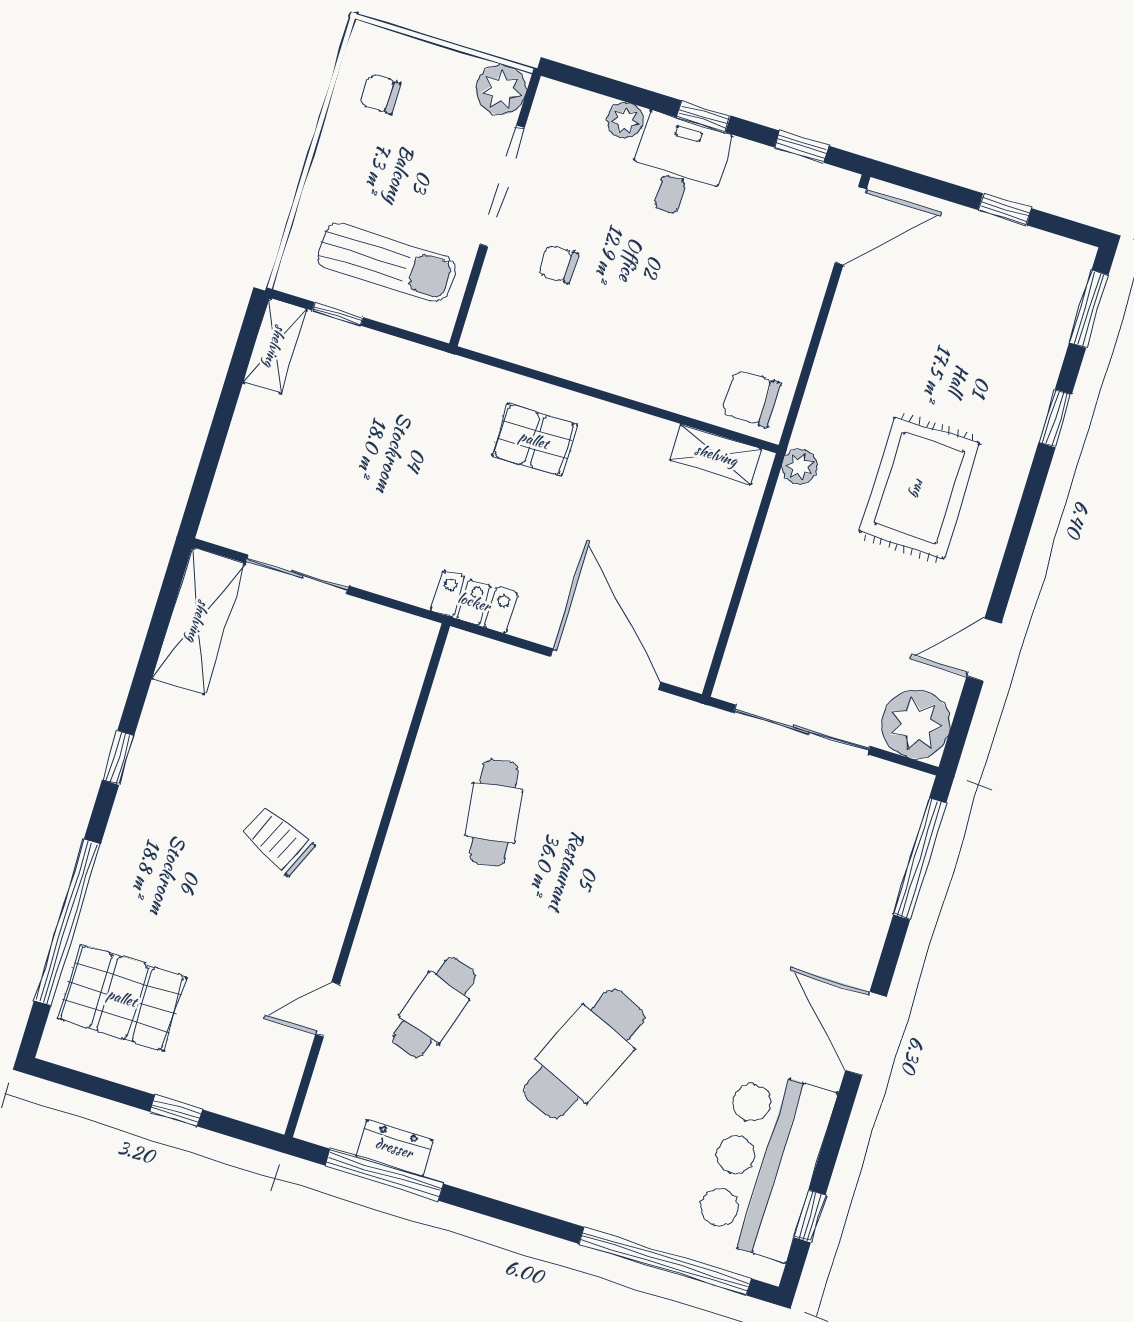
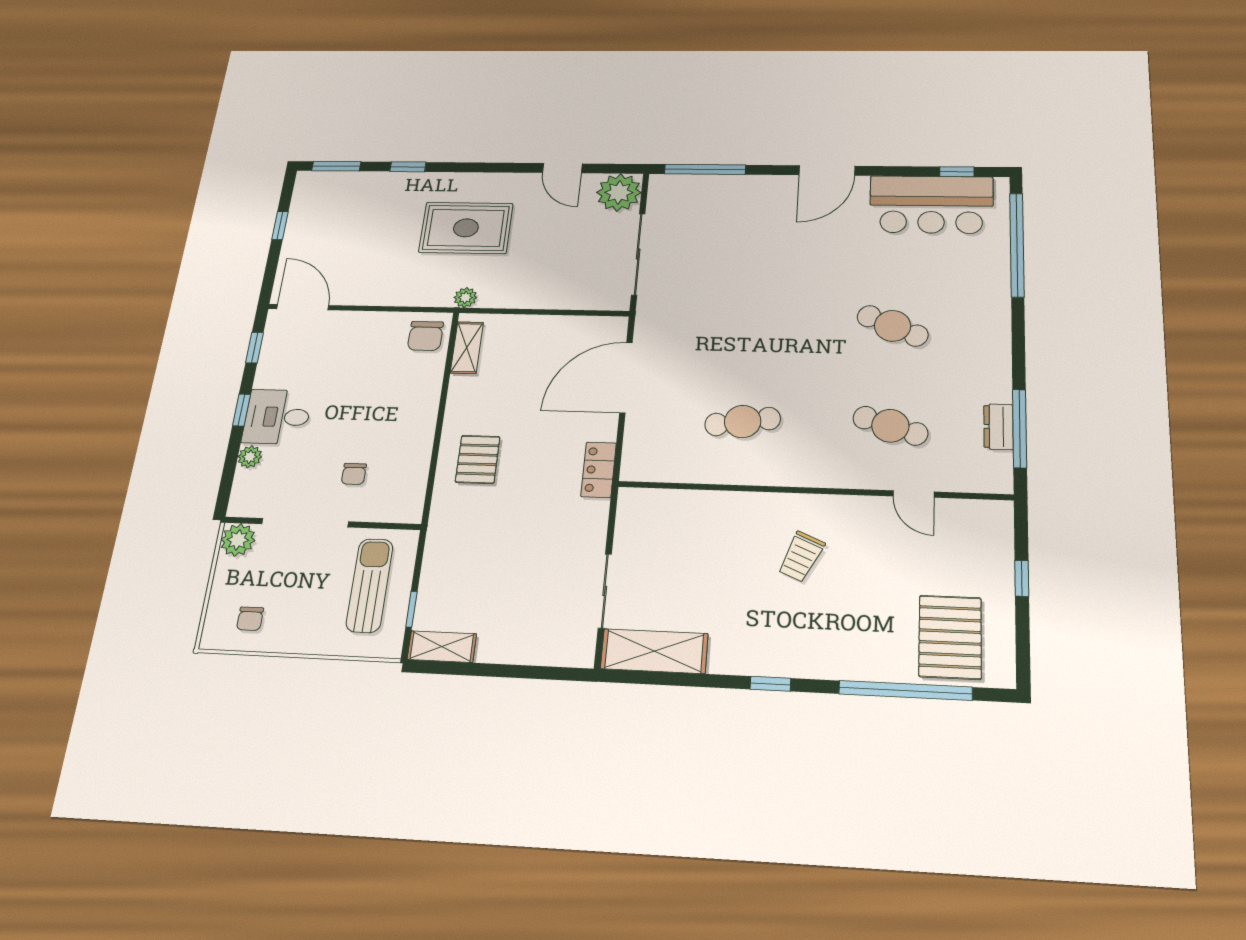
cafe table: (584, 1054) -> (893, 326), width x0.73, depth x0.74

